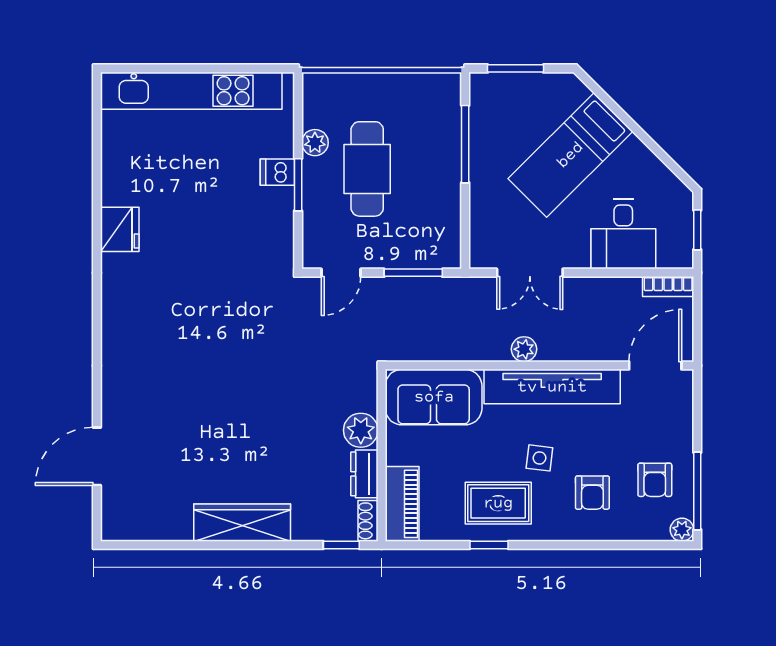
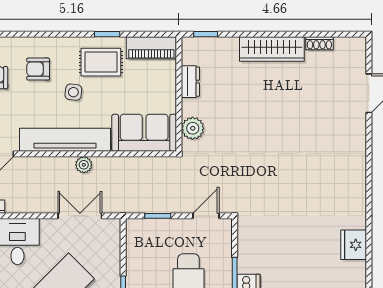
window: (413, 273) -> (158, 216), width x0.67
plant: (361, 430) -> (193, 128), moved
armchair: (592, 493) -> (38, 69), turned -90
piano: (402, 504) -> (151, 48), moved, turned -90
shoe rack: (368, 521) -> (319, 43), moved, turned 90

